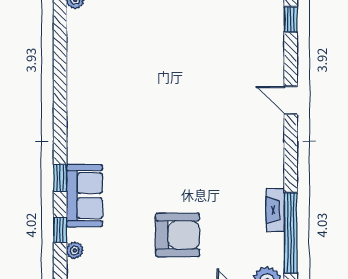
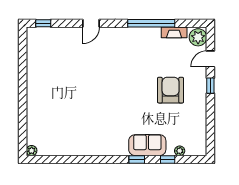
fireplace: (275, 210) -> (174, 32), moved
window: (291, 233) -> (151, 23), moved

